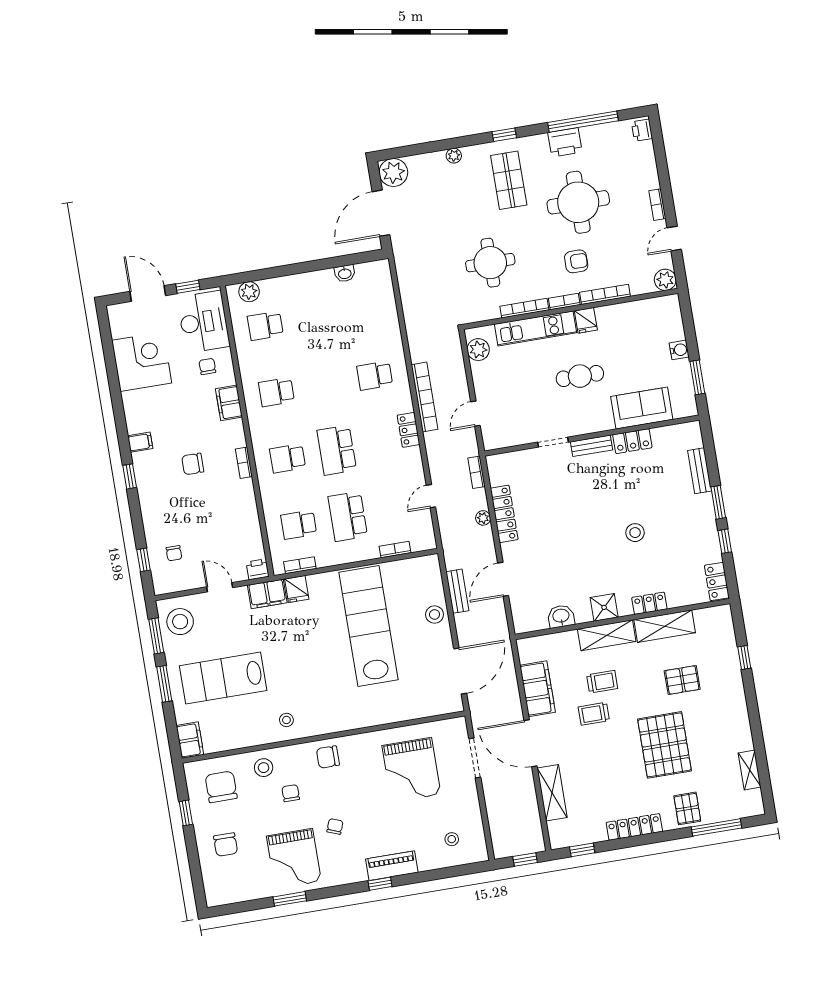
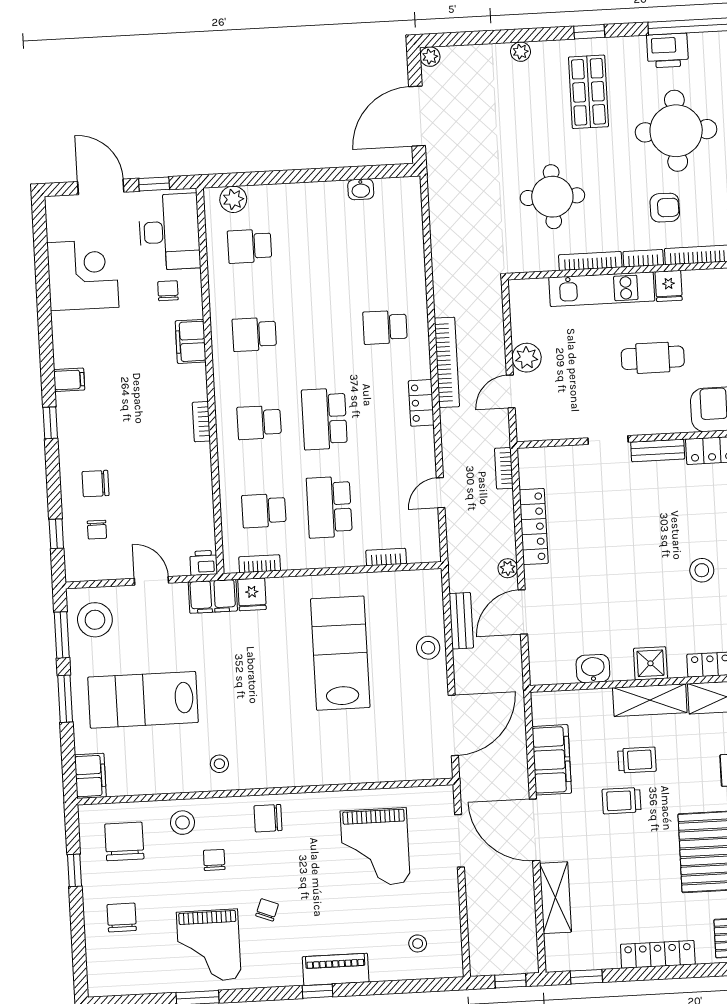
plant: (393, 172) -> (430, 57), width x0.53, depth x0.53
plant: (478, 350) -> (527, 358), moved
chair: (193, 464) -> (96, 484), moved
plant: (483, 518) -> (508, 568), moved
lab bench: (369, 626) -> (340, 653), width x0.73
chair: (226, 845) -> (122, 917), turned 180

